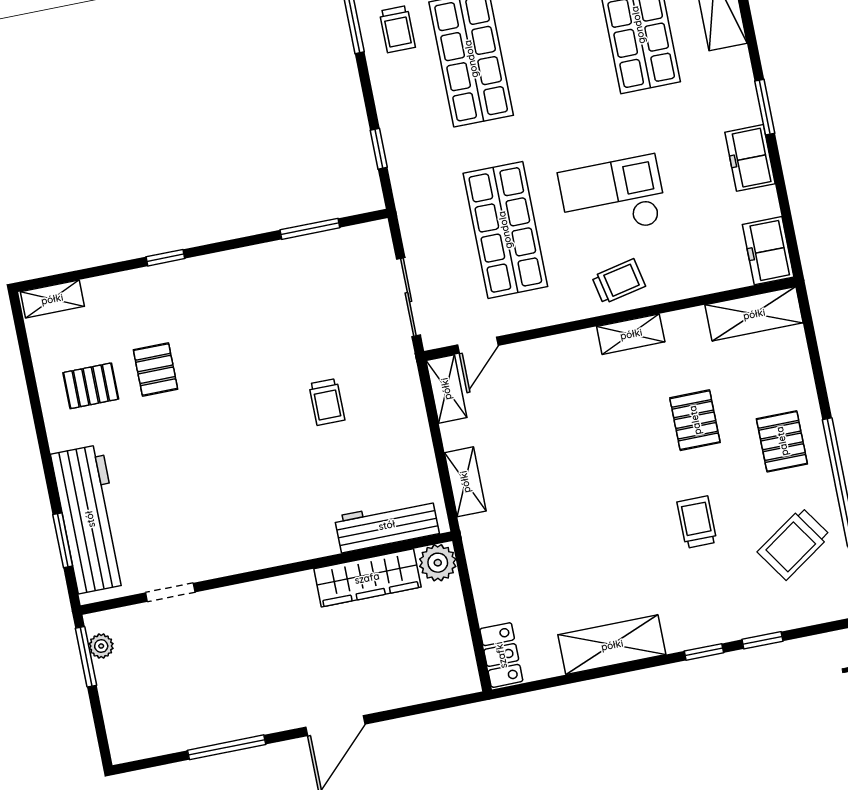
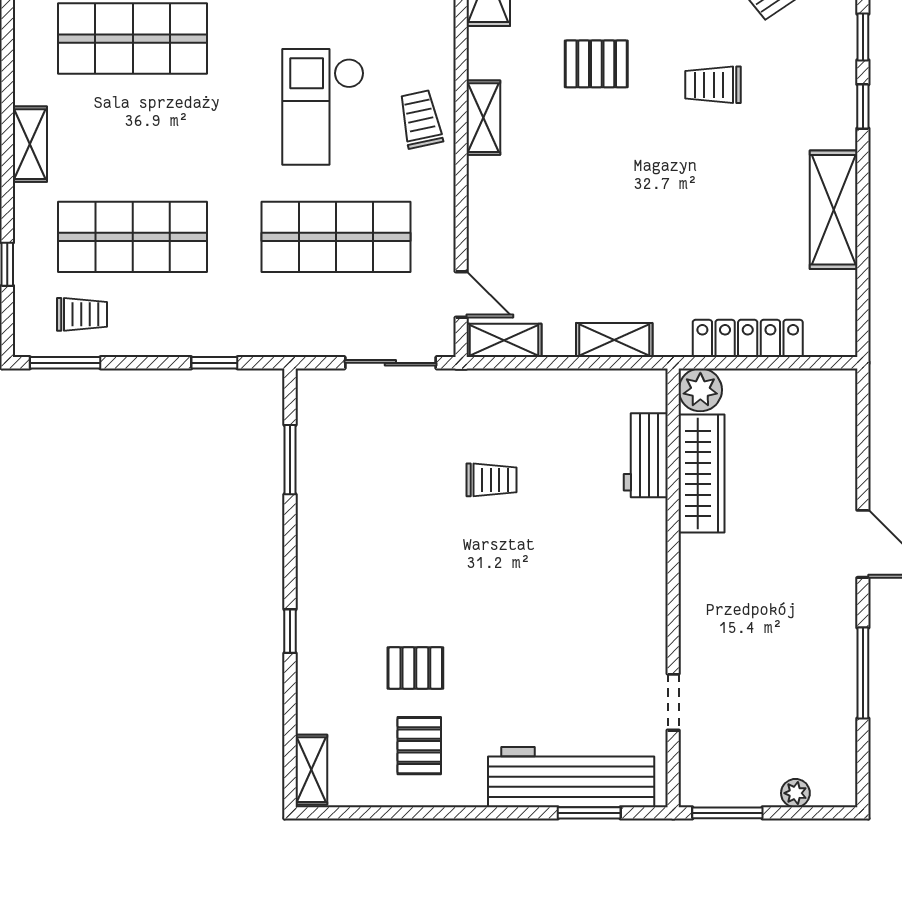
workbench: (387, 525) -> (646, 455), width x0.73
plant: (101, 646) -> (795, 793), moved
locker: (501, 655) -> (748, 338), moved, width x1.53

